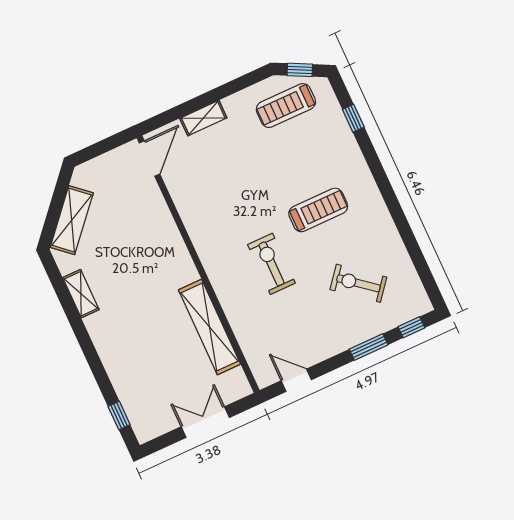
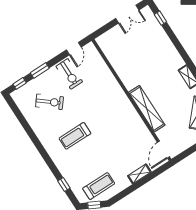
exercise bike: (271, 264) -> (69, 74), moved
shelving: (210, 327) -> (147, 109), moved
door: (296, 380) -> (74, 49), hinge flipped
double door: (205, 422) -> (127, 14), moved

